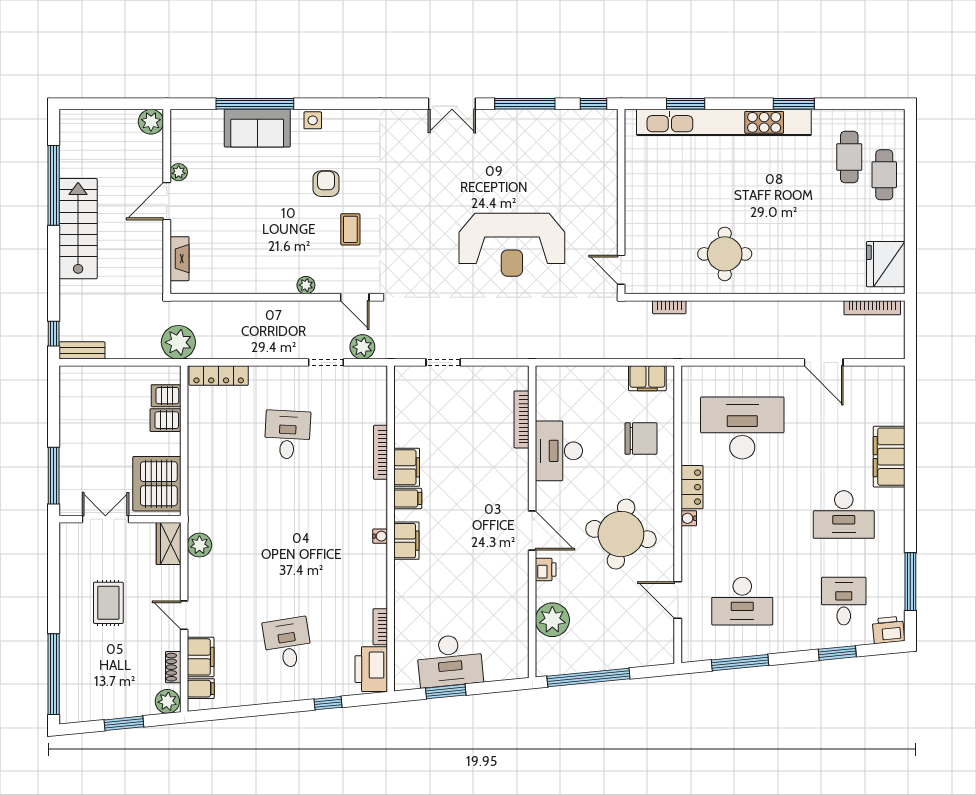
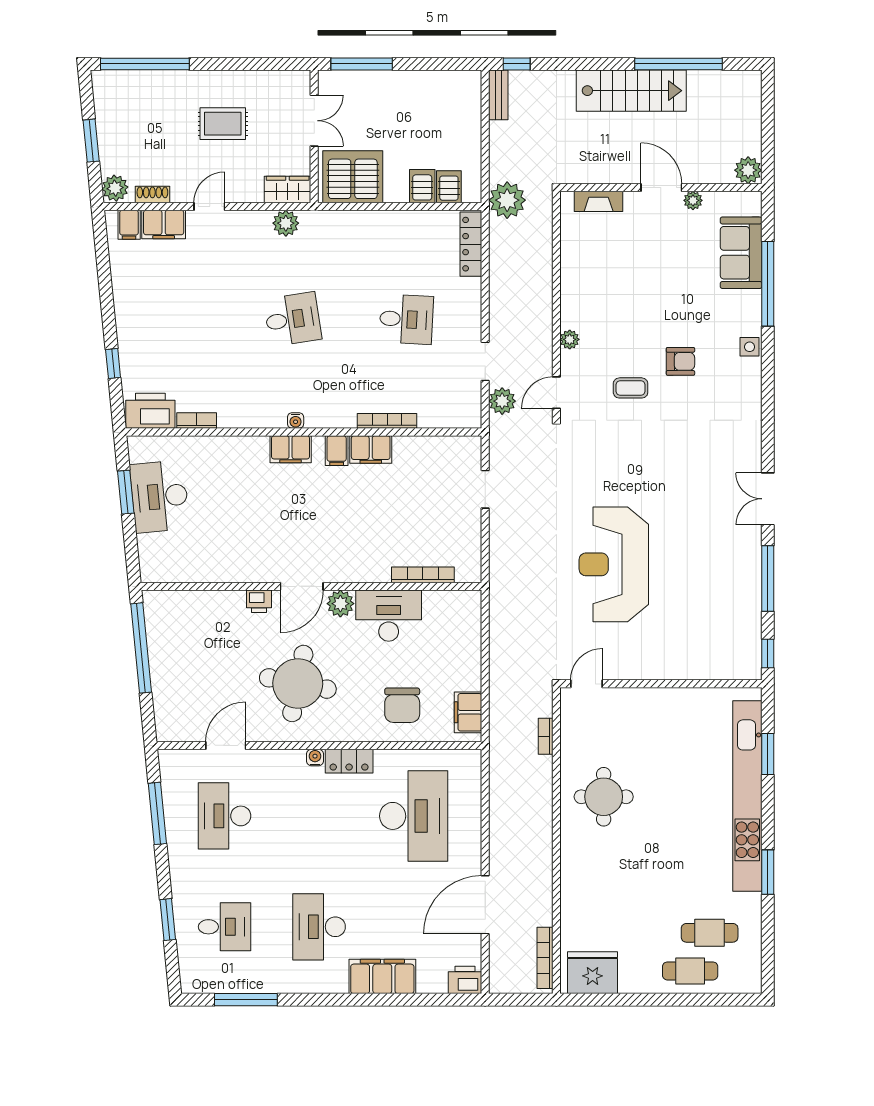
sofa: (257, 128) -> (741, 253), moved
door: (824, 362) -> (485, 905), width x1.36
plant: (552, 620) -> (340, 604), moved, width x0.73, depth x0.73
printer: (888, 630) -> (465, 980), moved, turned -84
desk: (287, 643) -> (293, 319), moved

